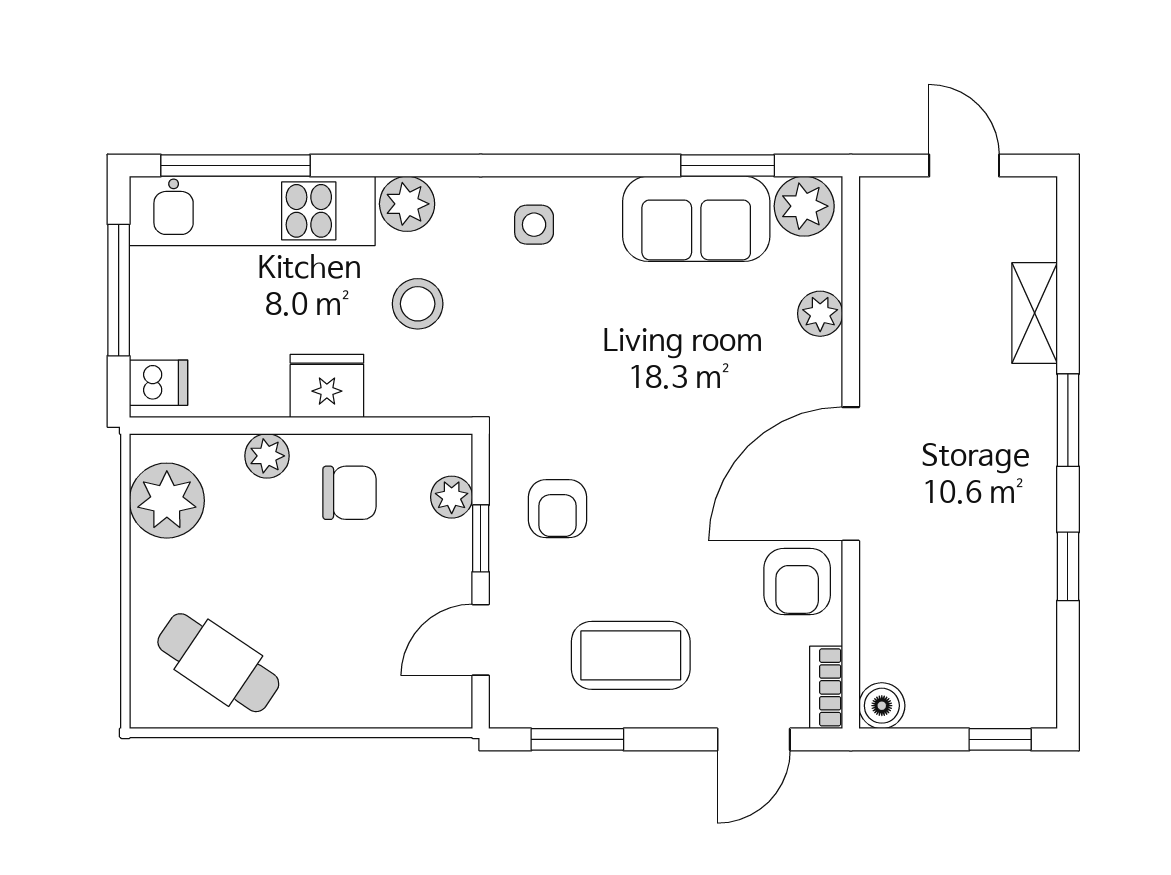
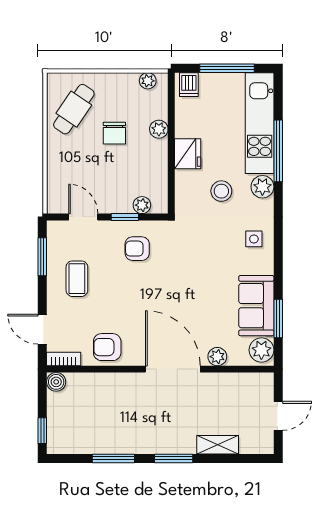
window: (235, 166) -> (278, 151), moved
door: (851, 474) -> (173, 369), moved
chair: (349, 493) -> (114, 133), moved
plant: (167, 501) -> (148, 81), width x0.53, depth x0.53
window: (1068, 566) -> (113, 458), width x1.50
coffee table: (631, 655) -> (77, 279), width x0.73, depth x0.77

